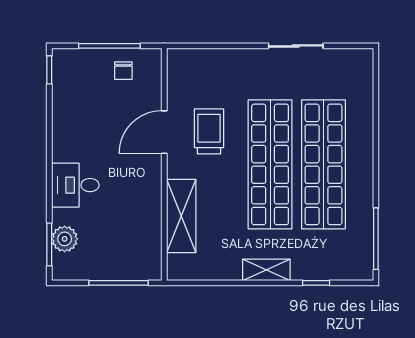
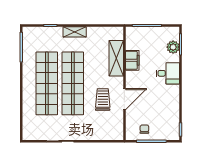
trolley: (209, 131) -> (103, 100), turned 180
filing cabinet: (148, 212) -> (132, 60), added

